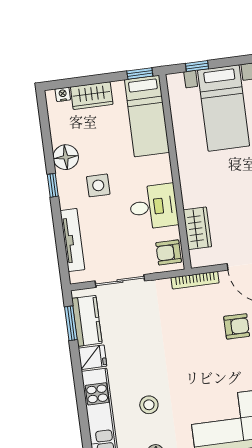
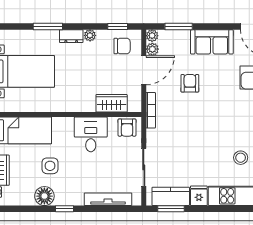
side table: (98, 185) -> (50, 166), moved

